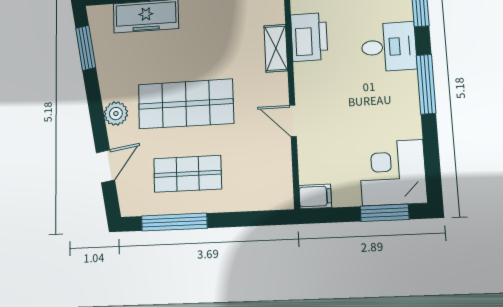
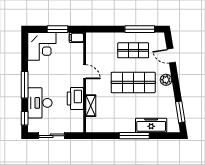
printer: (309, 37) -> (75, 98), moved
desk: (389, 47) -> (40, 103), width x1.37
door: (105, 166) -> (171, 56), hinge flipped
window: (385, 213) -> (58, 29), moved

